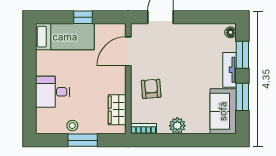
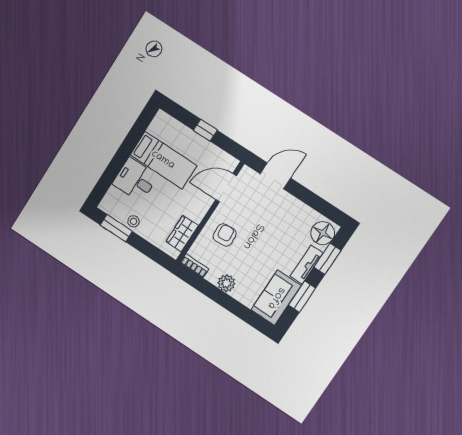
floor lamp: (231, 32) -> (323, 233), width x1.89, depth x1.89
bed: (65, 37) -> (163, 160), moved
window: (83, 140) -> (116, 228), moved

